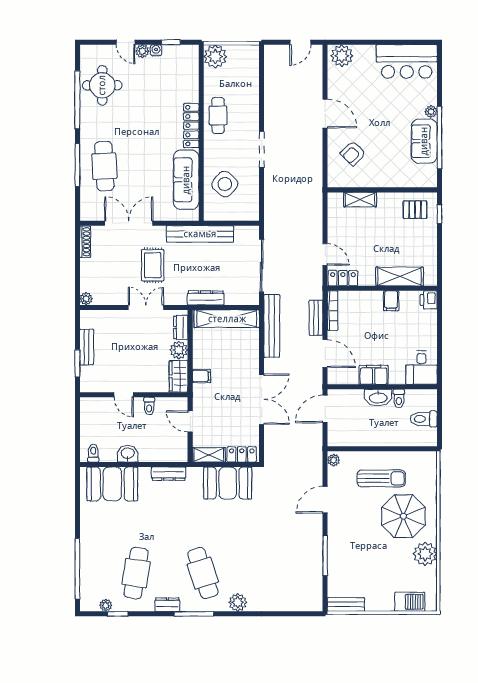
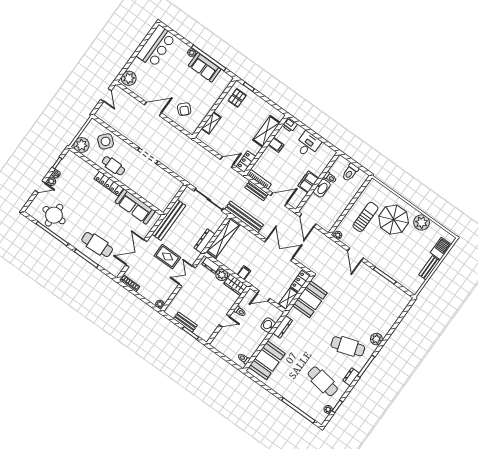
side table: (225, 184) -> (106, 141), moved
desk: (421, 368) -> (308, 145), moved, turned -90
washbasin: (128, 454) -> (268, 325), moved
bench: (346, 604) -> (429, 268), moved

